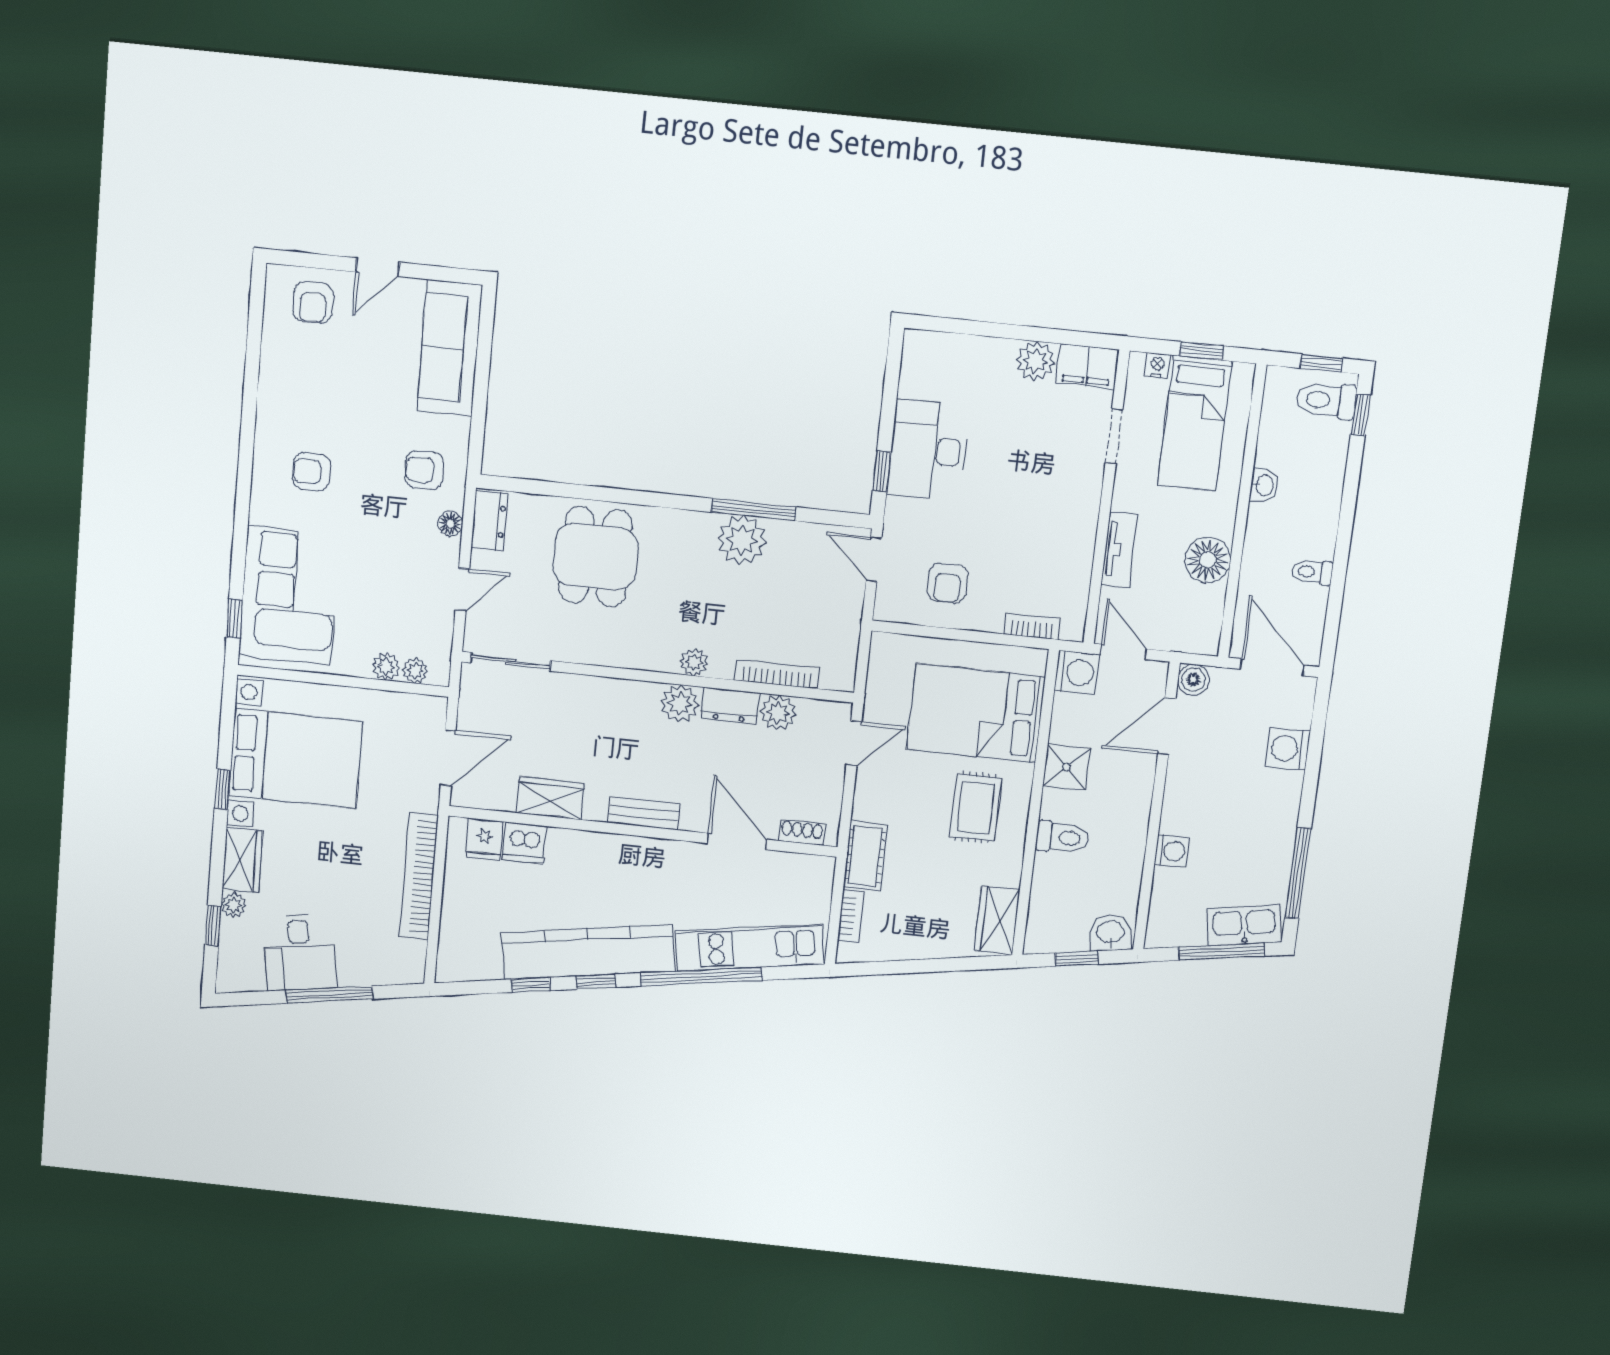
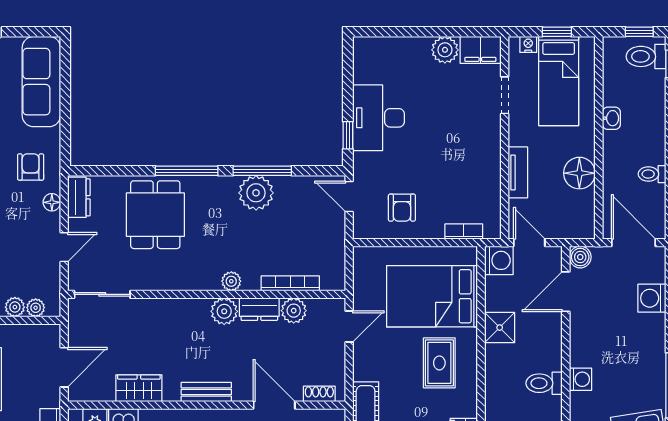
armchair: (424, 470) -> (31, 167), turned 90
window: (646, 498) -> (187, 171), added
toilet: (1062, 838) -> (544, 383), moved, turned 180

